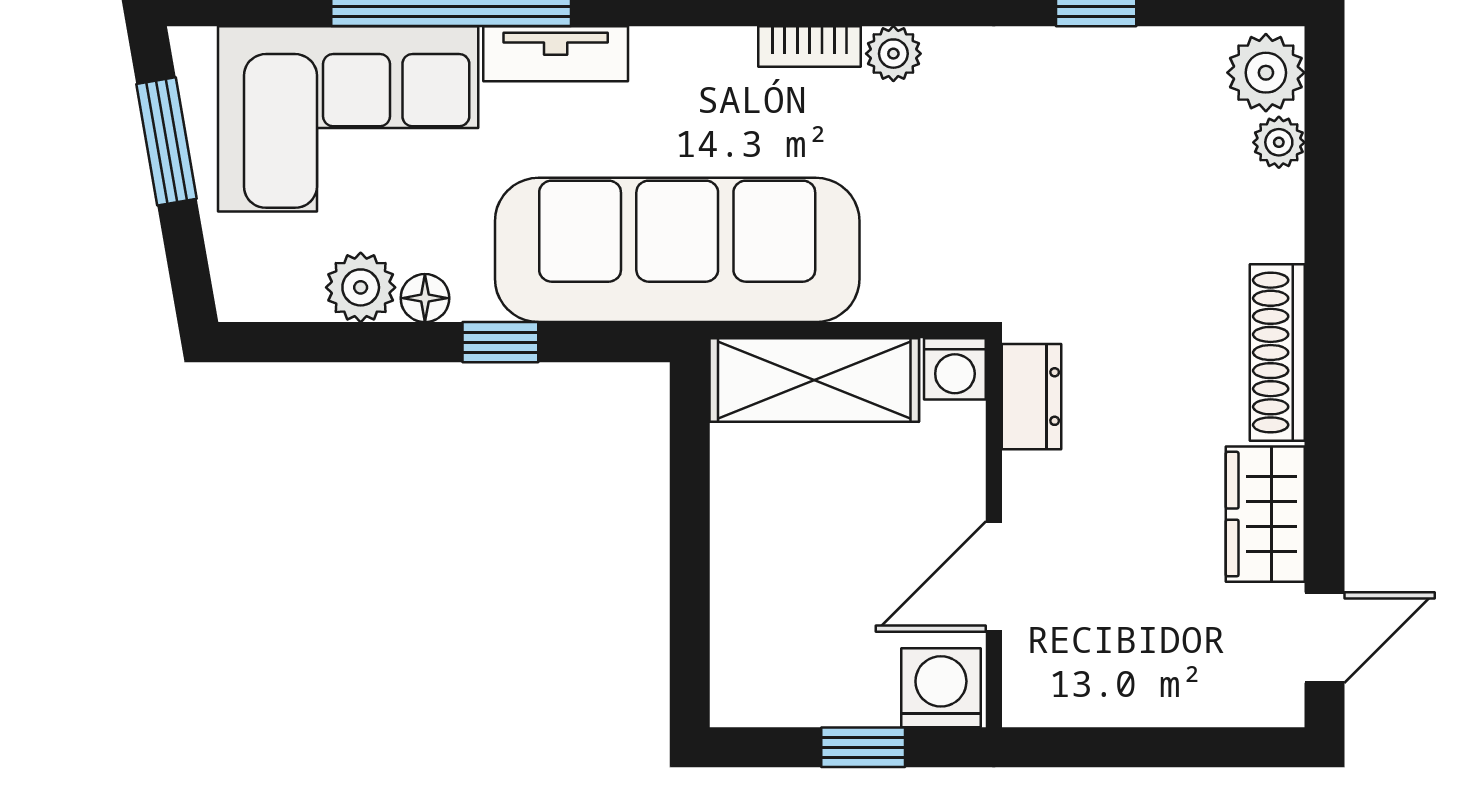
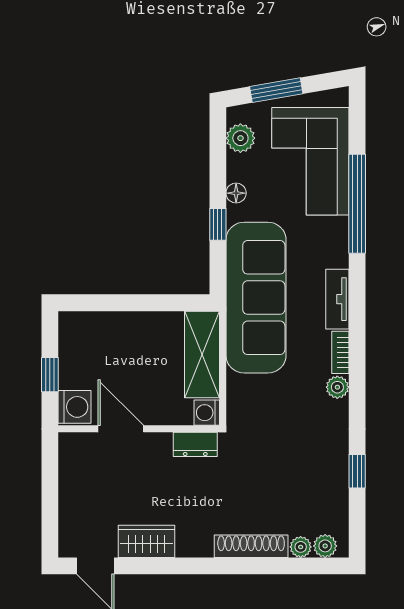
tv unit: (556, 54) -> (337, 299), moved
plant: (1266, 73) -> (325, 546), width x0.73, depth x0.73
window: (166, 141) -> (276, 90), moved
plant: (361, 287) -> (240, 138), moved
shoe rack: (1277, 353) -> (251, 546), moved

